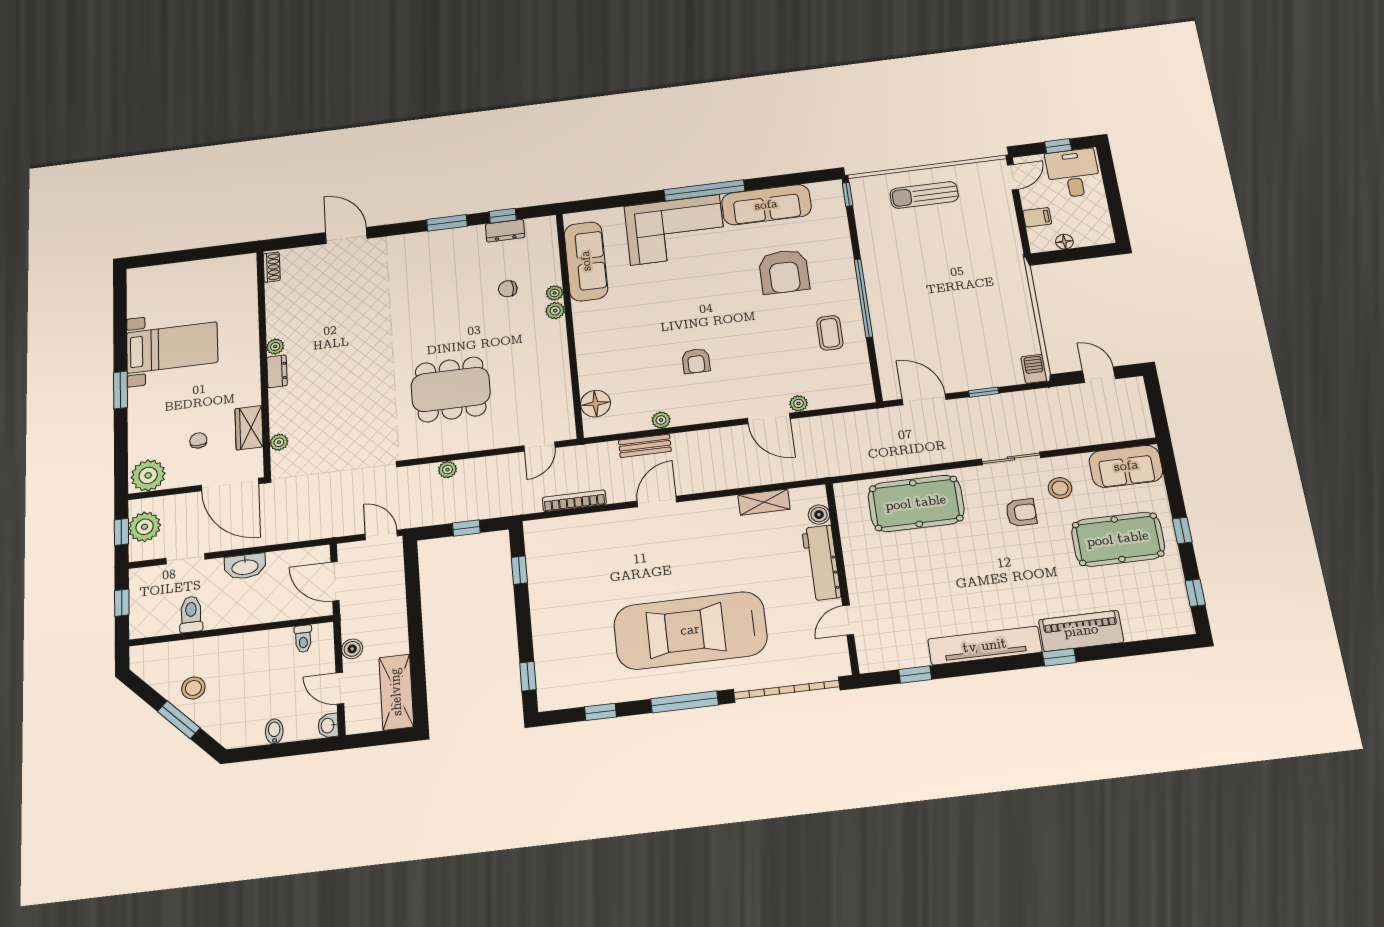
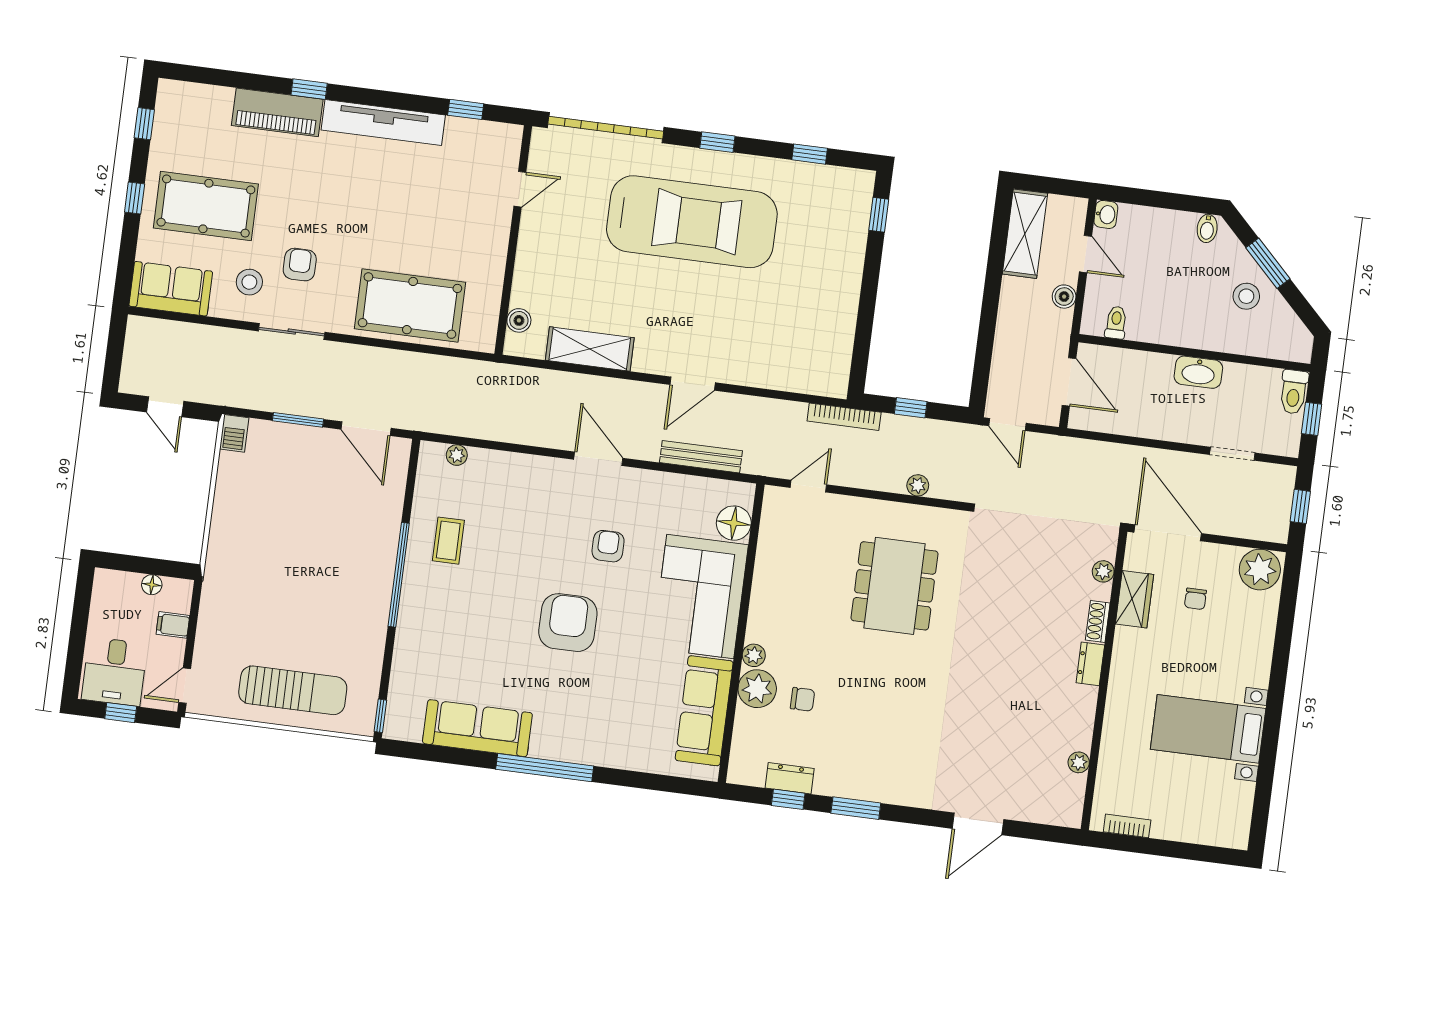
sun lounger: (924, 195) -> (293, 690), width x1.36, depth x1.34
corner sofa: (675, 230) -> (700, 596), moved, turned -90
door: (346, 235) -> (978, 824), hinge flipped
bookcase: (226, 263) -> (1127, 826), added
shoe rack: (272, 267) -> (1098, 621), moved
armchair: (784, 272) -> (568, 623), moved
plant: (555, 293) -> (757, 689), width x1.87, depth x1.87
plant: (275, 347) -> (1079, 762), moved
dining table: (451, 389) -> (895, 586), turned 90
window: (121, 390) -> (1277, 689), removed
window: (984, 392) -> (298, 420), width x1.50
plant: (799, 403) -> (457, 455), moved
door: (769, 418) -> (598, 459), moved
plant: (661, 420) -> (665, 482), removed
bench: (645, 446) -> (701, 457), width x1.36
bookcase: (574, 501) -> (844, 417), moved
shelving: (764, 502) -> (590, 349), width x1.50, depth x1.33
armchair: (1021, 513) -> (300, 265), turned 90
plant: (145, 527) -> (1273, 506), removed
workbench: (821, 563) -> (531, 263), removed
washbasin: (245, 566) -> (1198, 372), moved, turned 180
window: (519, 570) -> (862, 341), removed
toilet: (191, 614) -> (1294, 392), moved
window: (685, 702) -> (717, 142), width x0.46
bidet: (274, 731) -> (1207, 228), moved

